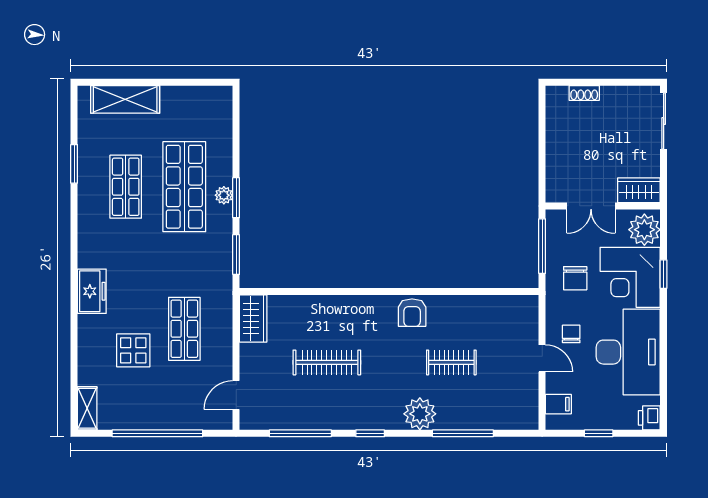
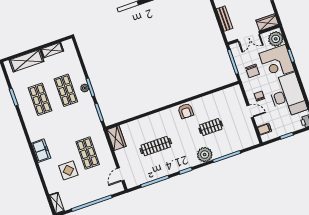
shelving: (184, 96) -> (52, 50), added
bench: (555, 153) -> (225, 19), added
shop shelf: (184, 187) -> (66, 90), width x0.70, depth x0.74

